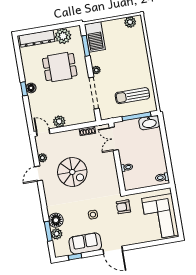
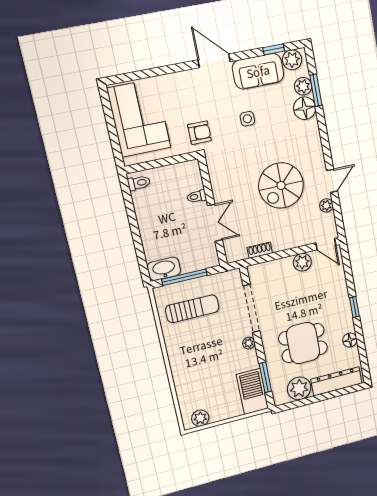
floor lamp: (31, 88) -> (350, 340), moved
double door: (114, 139) -> (215, 223), moved
spiral stairs: (72, 172) -> (281, 185), turned -90
plant: (63, 250) -> (292, 60), added

